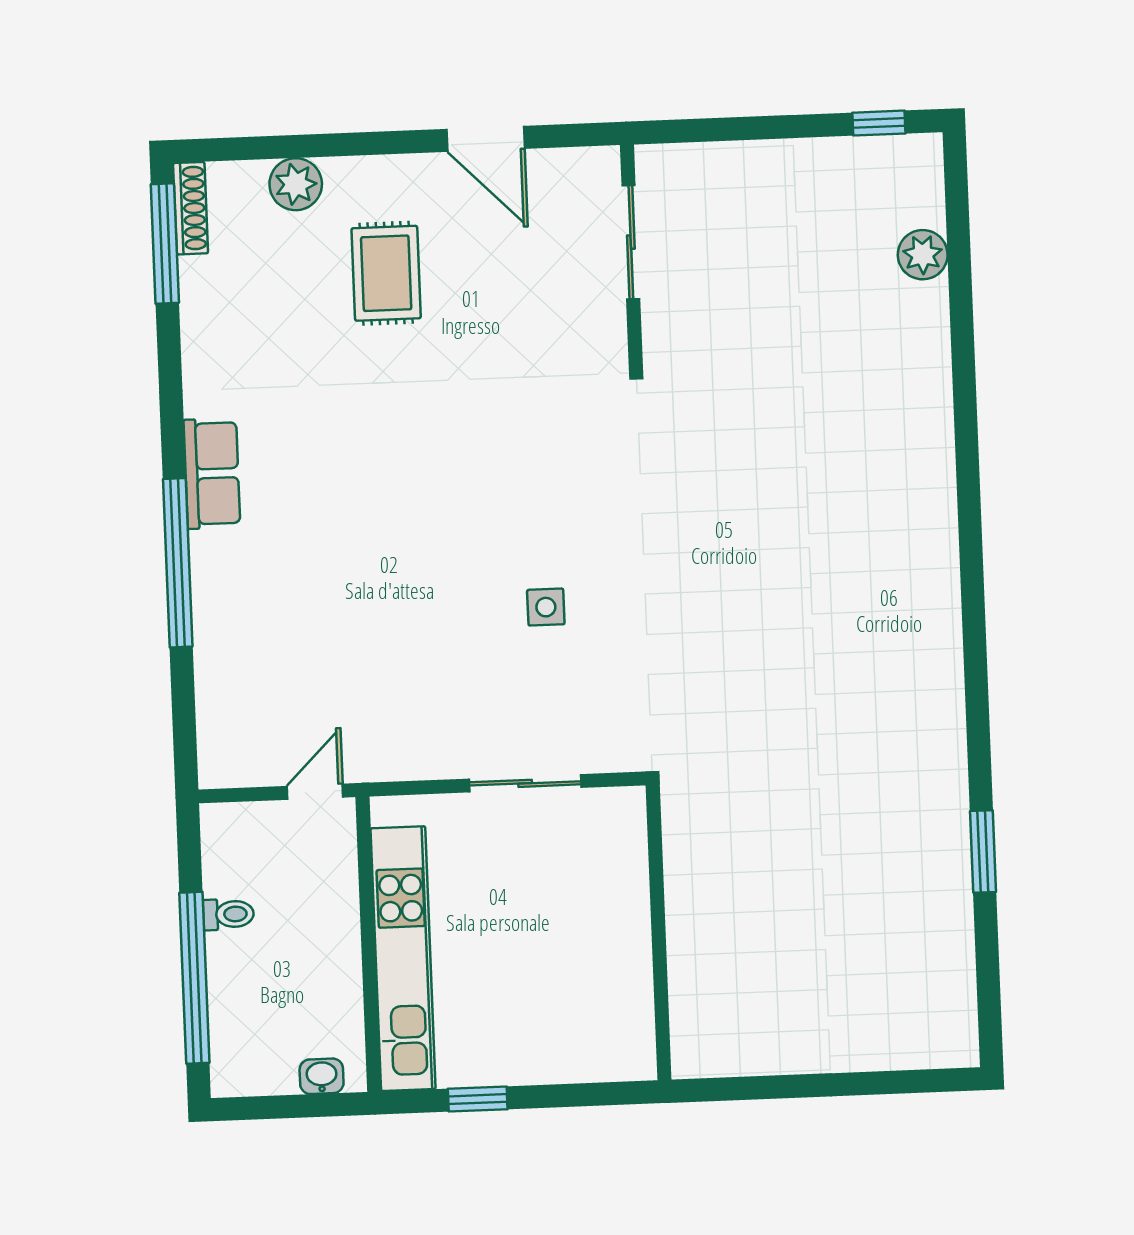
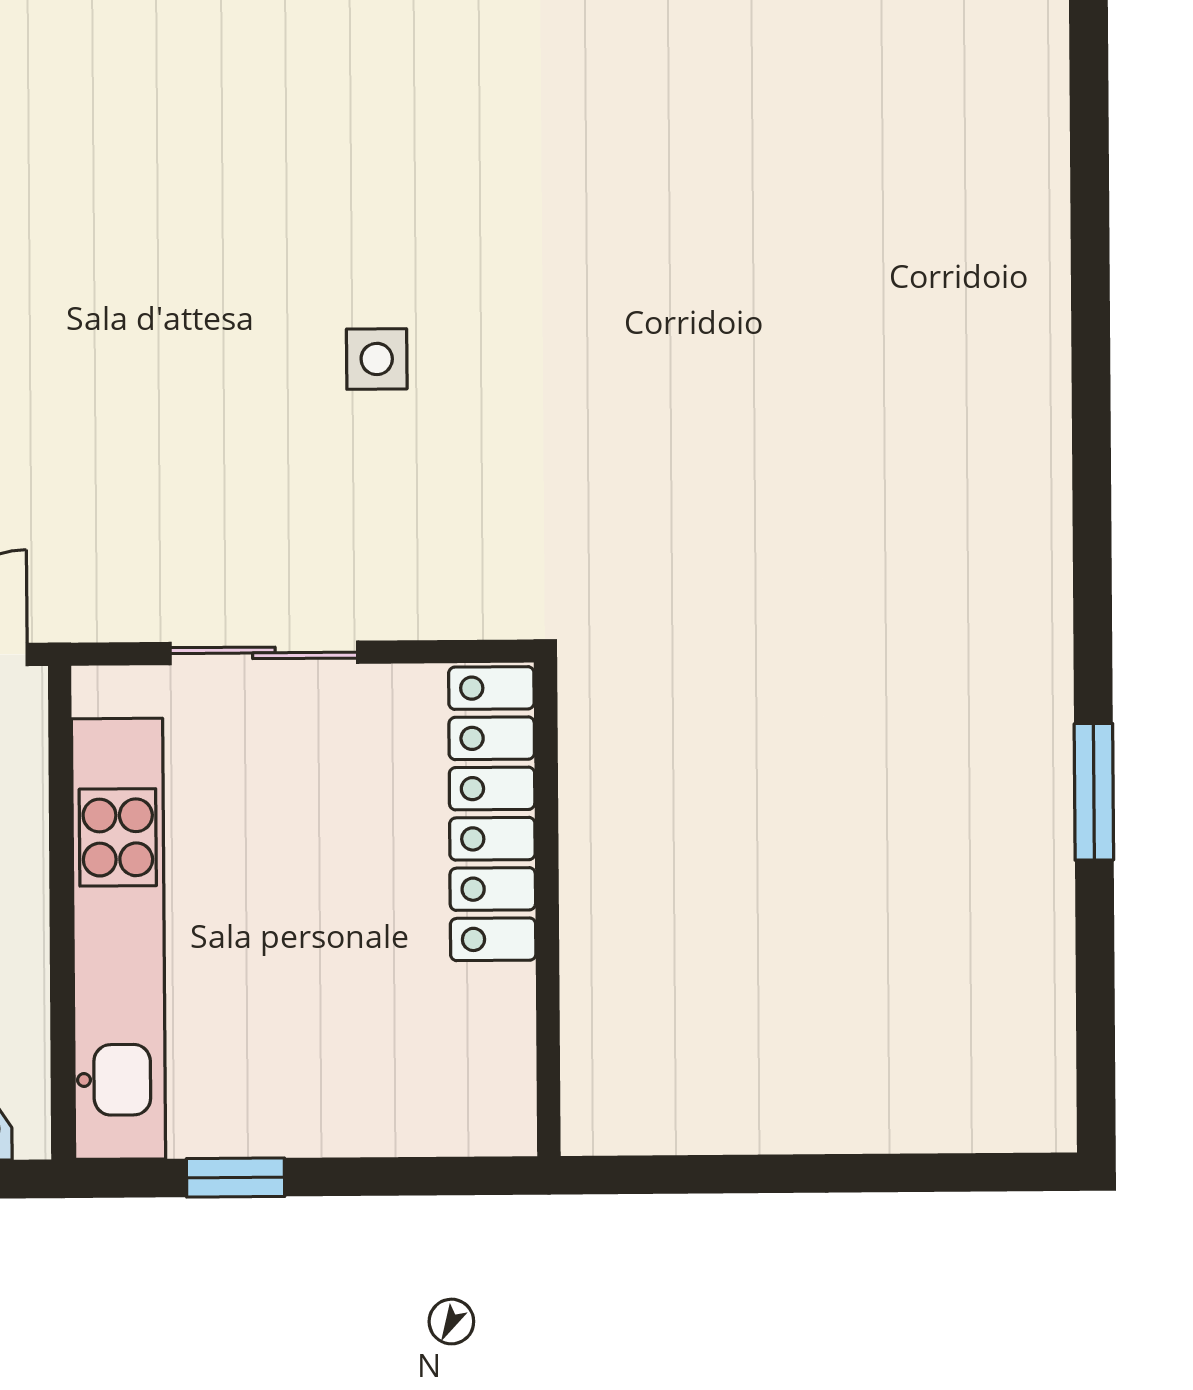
sliding door: (525, 783) -> (264, 653), moved
locker: (624, 876) -> (492, 814), added

